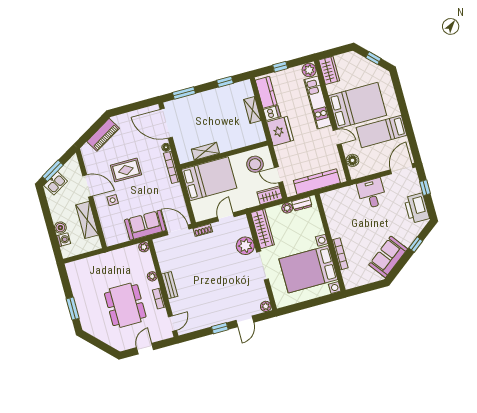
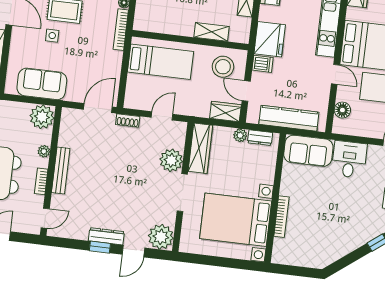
dishwasher: (272, 113) -> (263, 64), moved
shelving: (205, 151) -> (212, 32), moved
bed: (209, 179) -> (160, 62), width x0.67
side table: (113, 200) -> (52, 36), moved
sofa: (145, 225) -> (42, 84), moved
door: (178, 230) -> (98, 108), hinge flipped
plant: (144, 247) -> (42, 117), width x1.88, depth x1.88
sofa: (388, 257) -> (308, 151), moved, turned -143
bench: (170, 285) -> (61, 171), width x1.36
plant: (266, 306) -> (161, 237), width x1.88, depth x1.88
dresser: (221, 319) -> (106, 236), added

